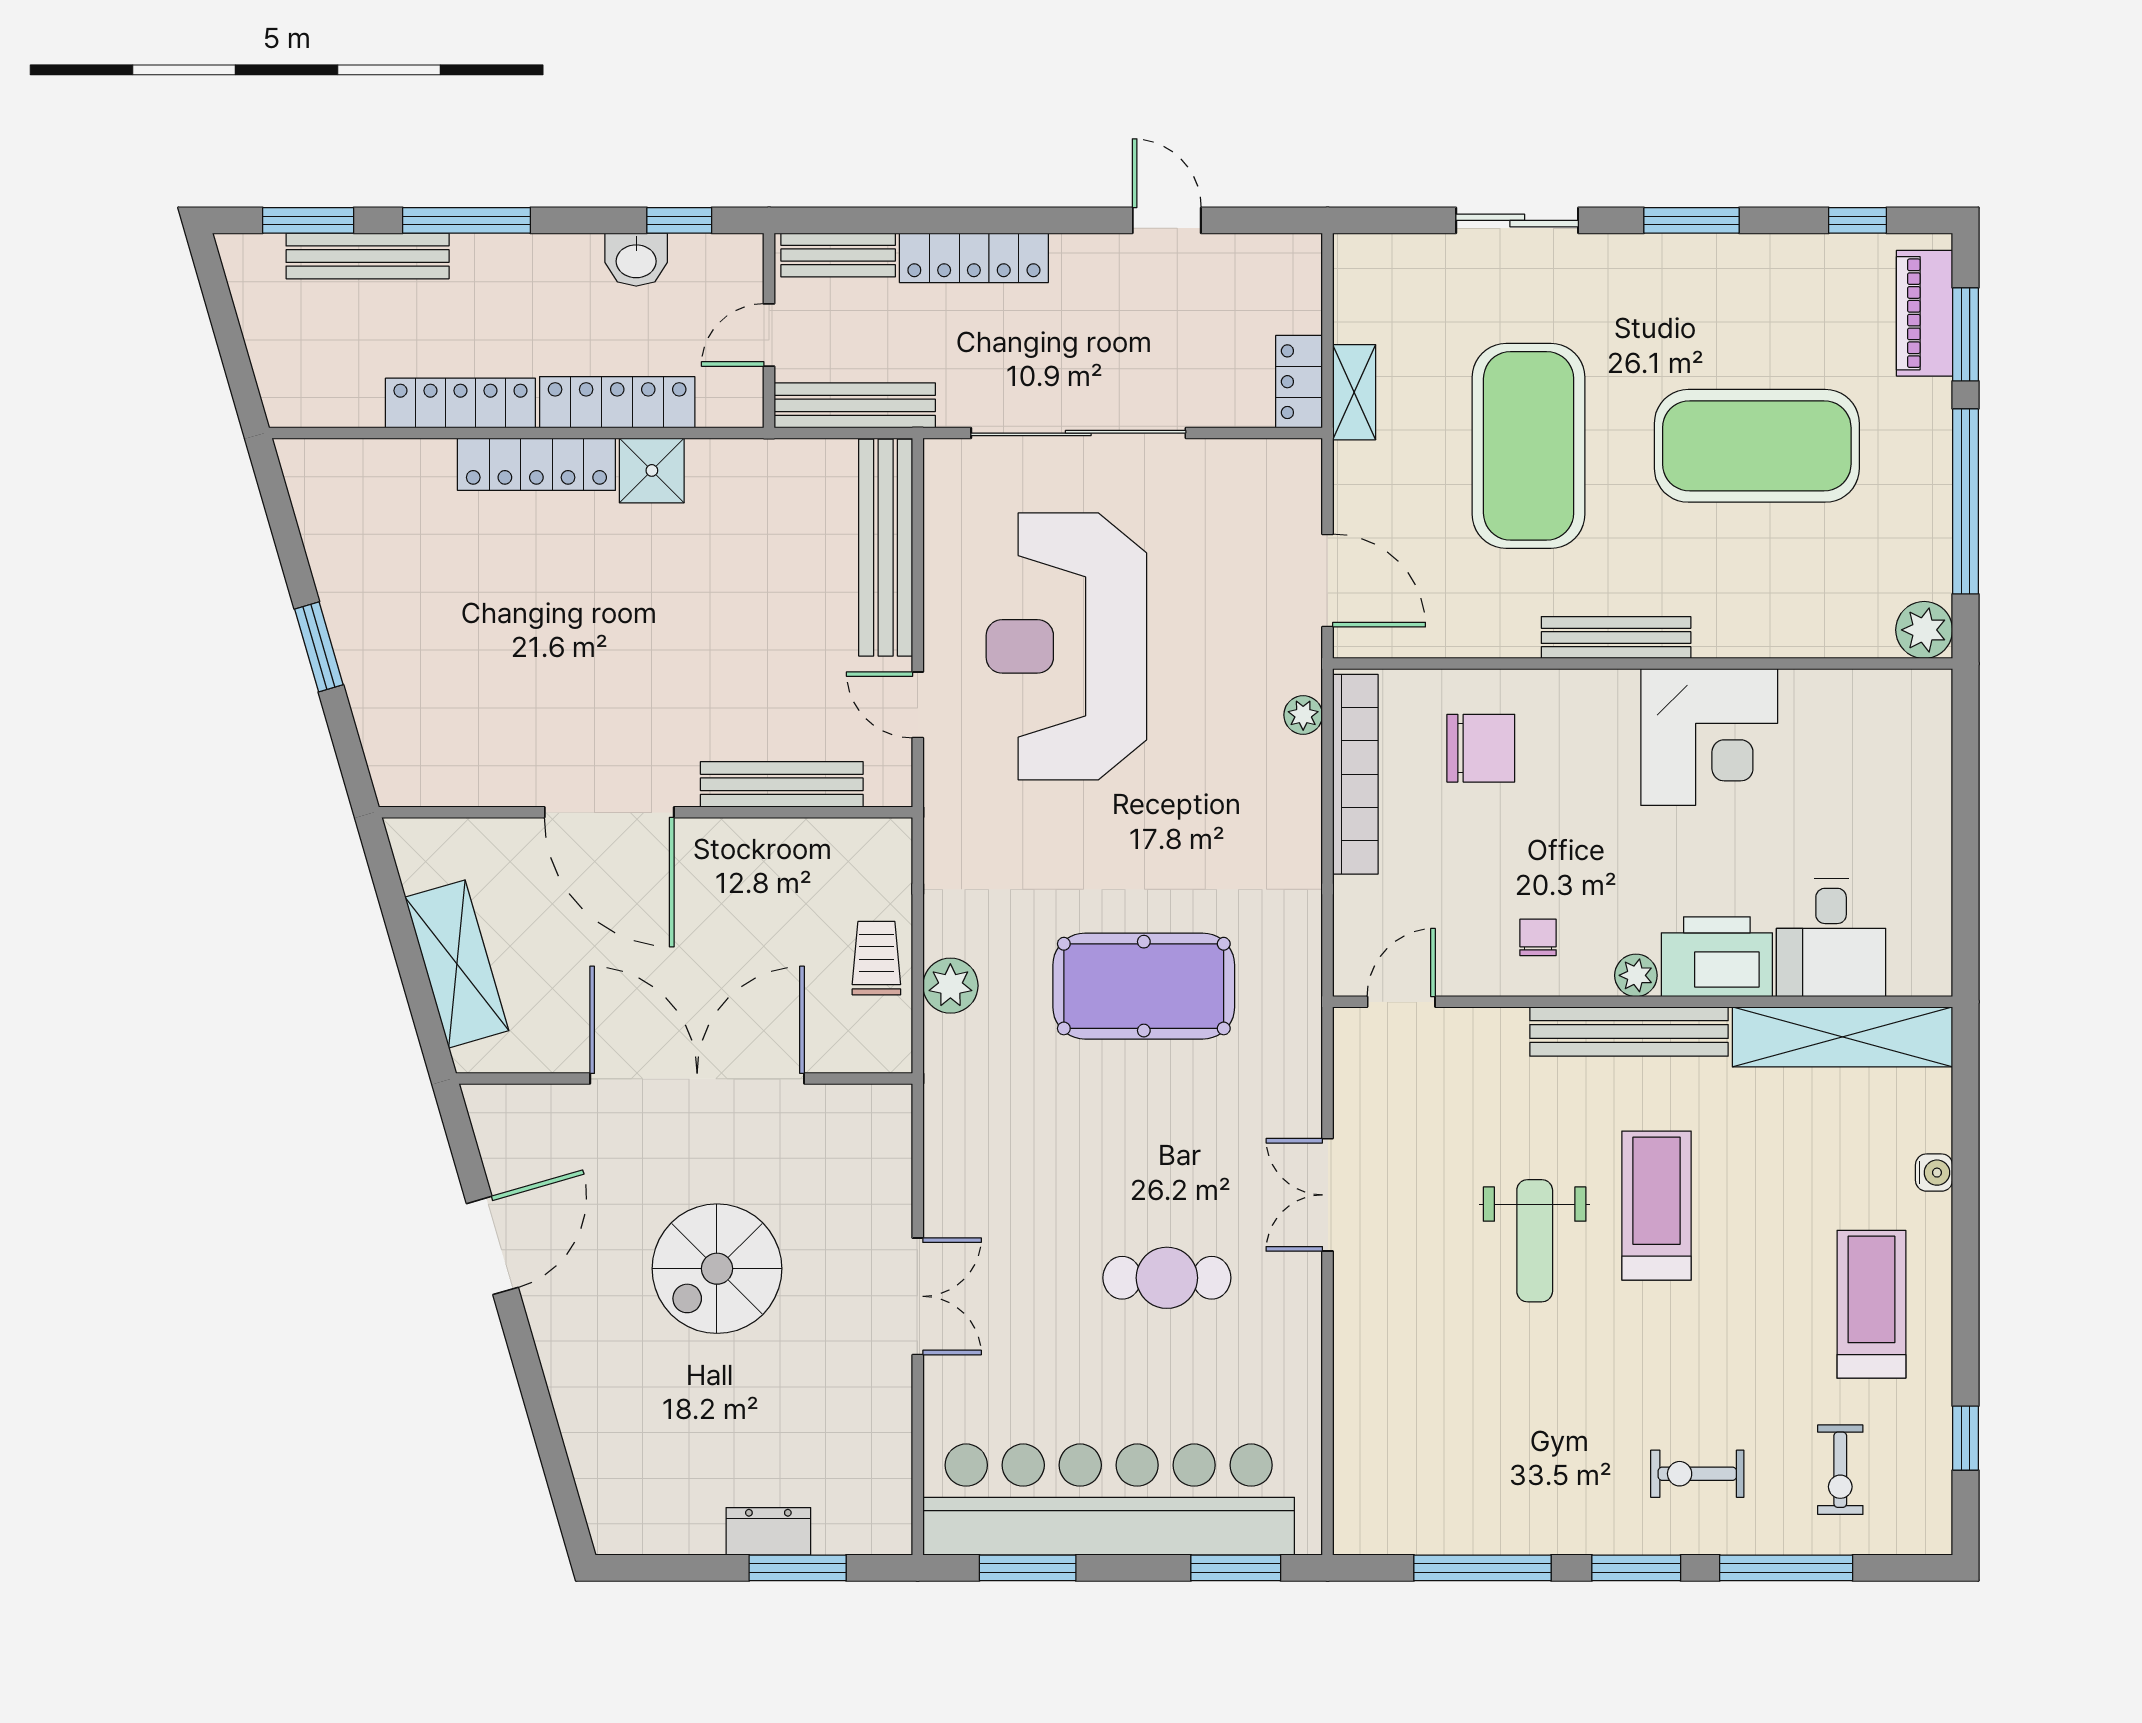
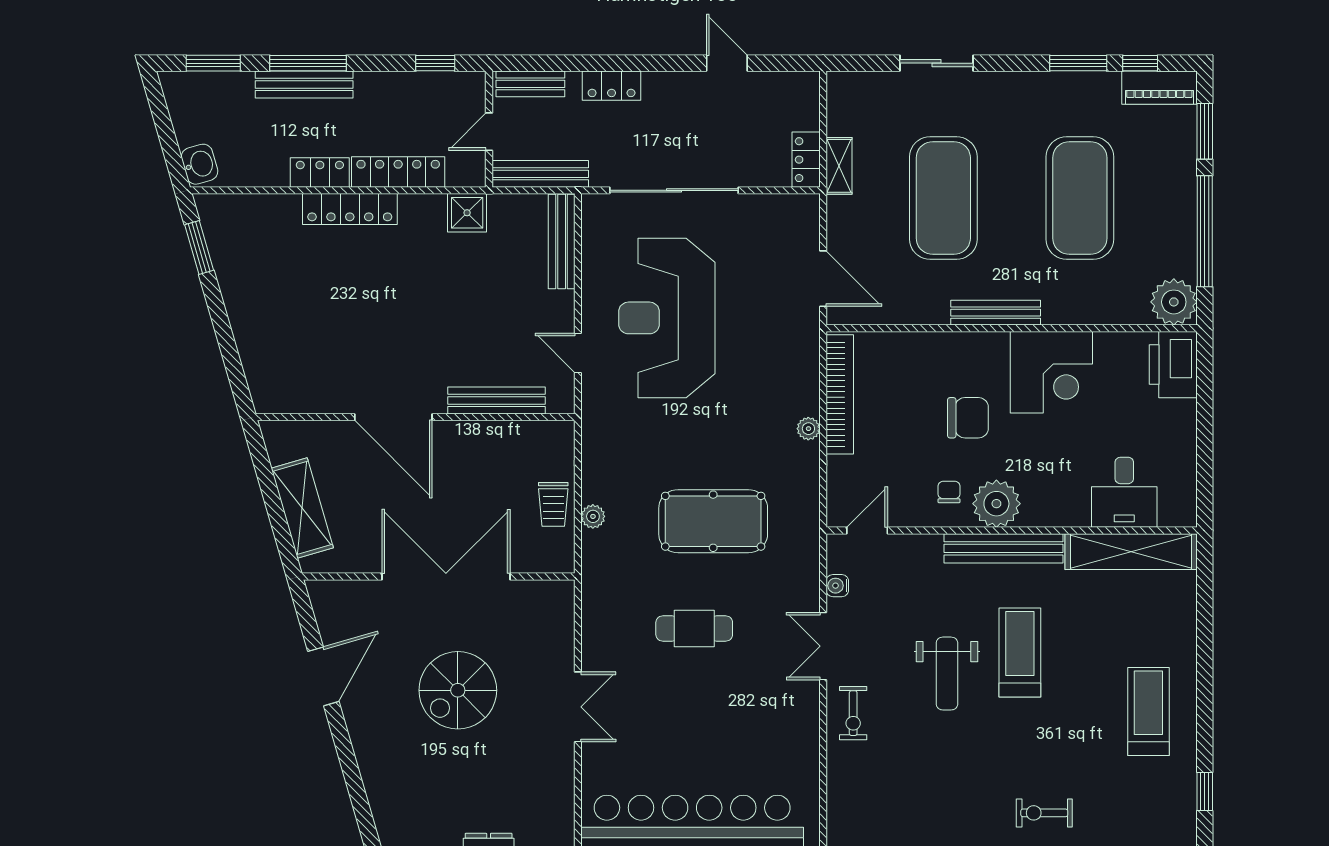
window: (1692, 220) -> (1078, 63), moved
bench: (368, 256) -> (304, 84), moved
locker: (974, 258) -> (612, 86), width x0.66
washbasin: (636, 260) -> (199, 164), moved, turned -106
piano: (1925, 313) -> (1159, 88), moved, turned -90
locker: (460, 403) -> (320, 172), width x0.66
exercise mat: (1757, 446) -> (1080, 198), turned 90
shower: (652, 470) -> (467, 213), moved
bench: (886, 548) -> (562, 242), width x0.73, depth x0.82
plant: (1924, 630) -> (1174, 302), width x1.36, depth x1.36
window: (319, 647) -> (199, 248), moved
plant: (1303, 715) -> (808, 429), moved
chair: (1481, 748) -> (968, 418), moved
printer: (1717, 957) -> (1173, 365), moved, turned -90
trolley: (876, 958) -> (553, 504), turned 180
plant: (1636, 975) -> (996, 504), width x1.88, depth x1.88
plant: (950, 986) -> (593, 516), width x0.73, depth x0.73
water cooler: (1934, 1173) -> (837, 586), moved, turned 180
cafe table: (1167, 1278) -> (694, 628), moved
exercise bike: (1840, 1470) -> (853, 713), moved

